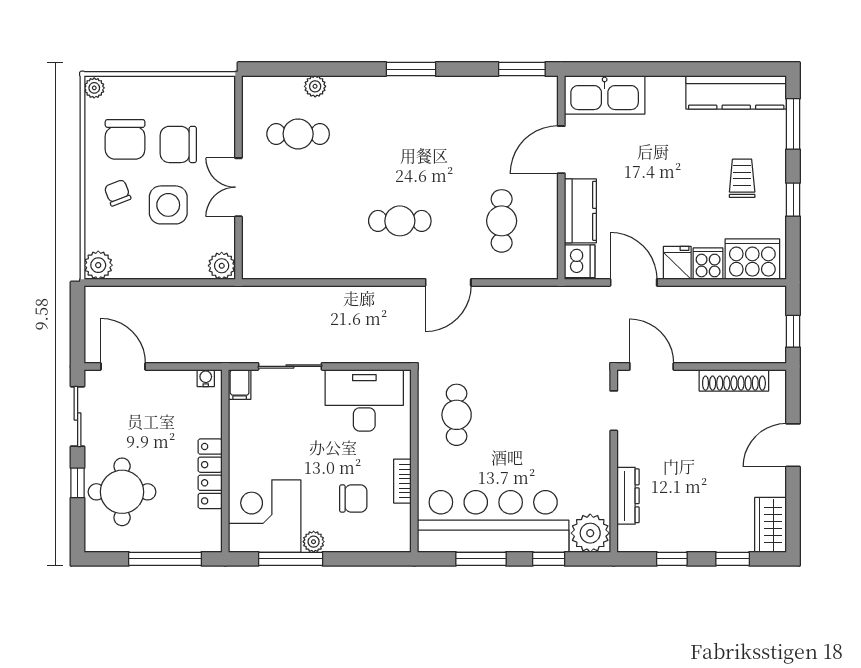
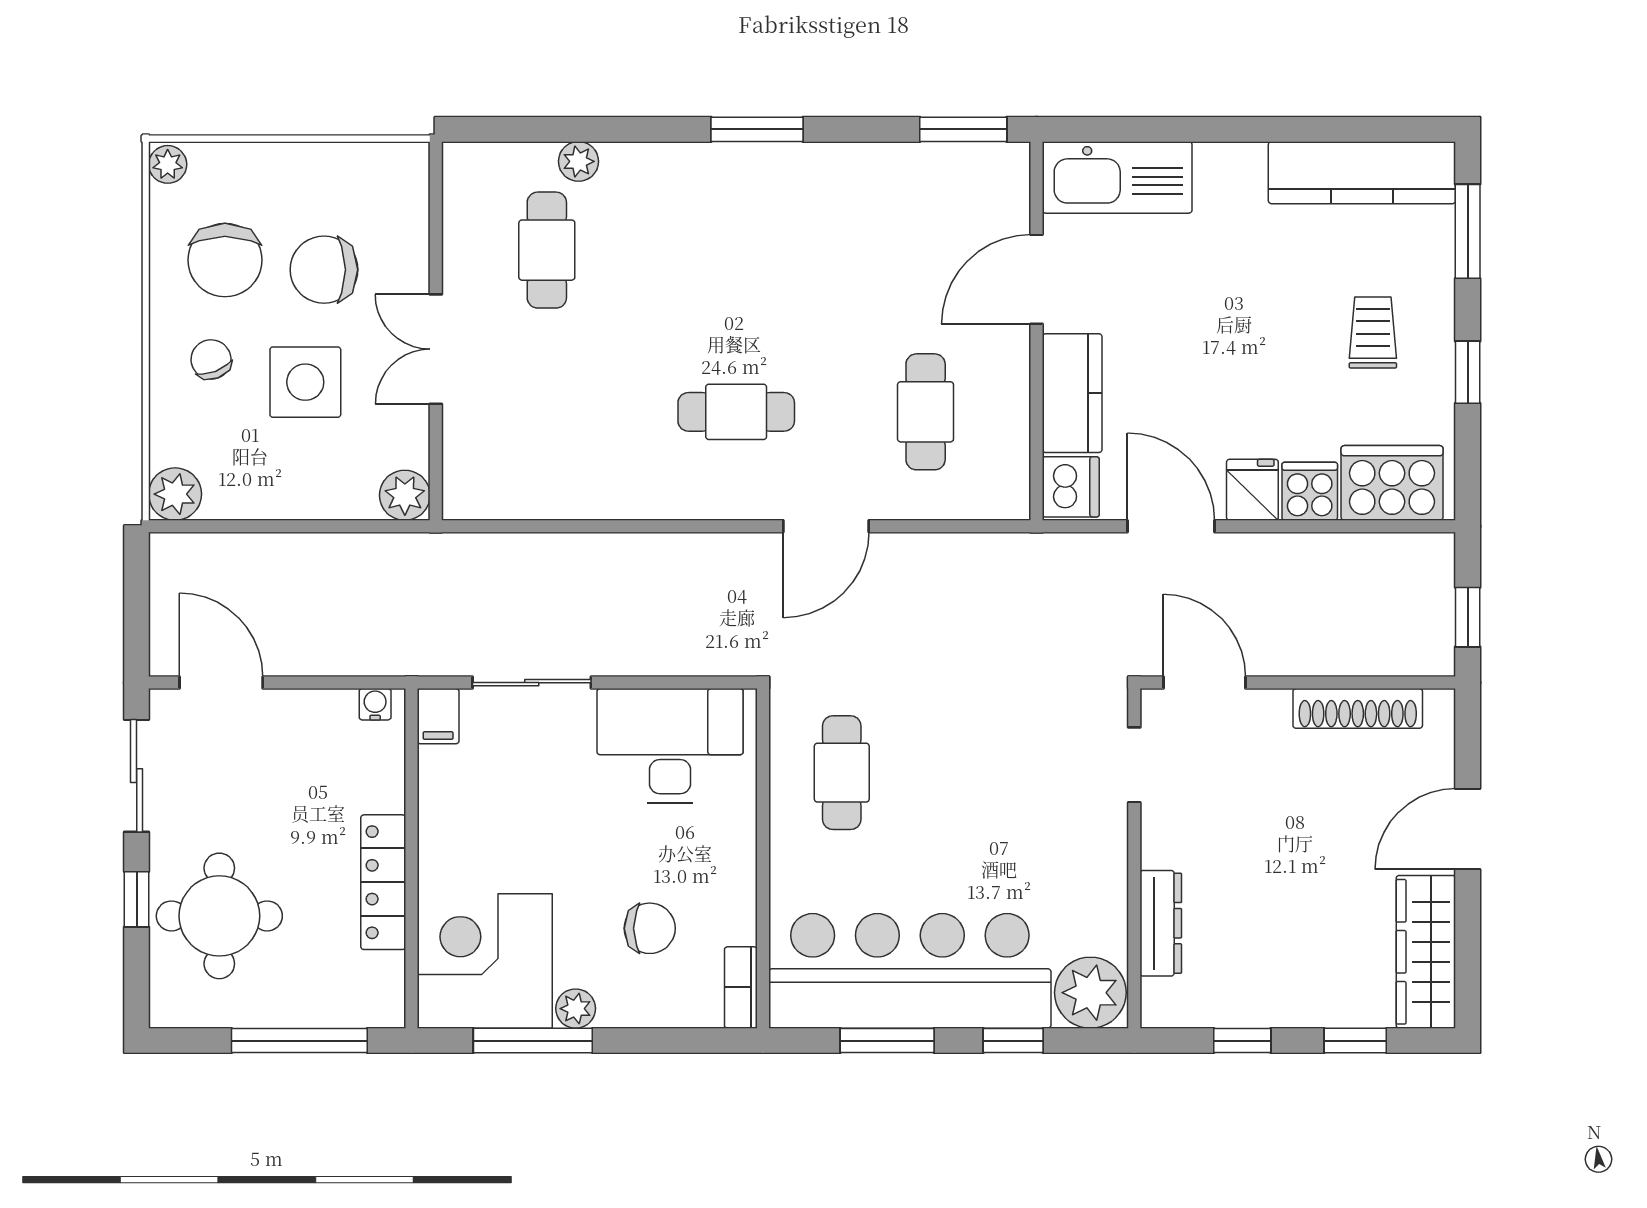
cafe table: (298, 134) -> (547, 250), turned 90
bookcase: (402, 481) -> (741, 987), moved
wardrobe: (771, 525) -> (1426, 952), width x1.50

